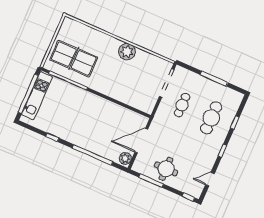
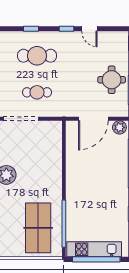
door: (141, 141) -> (93, 119), hinge flipped
door: (210, 179) -> (89, 29), moved

